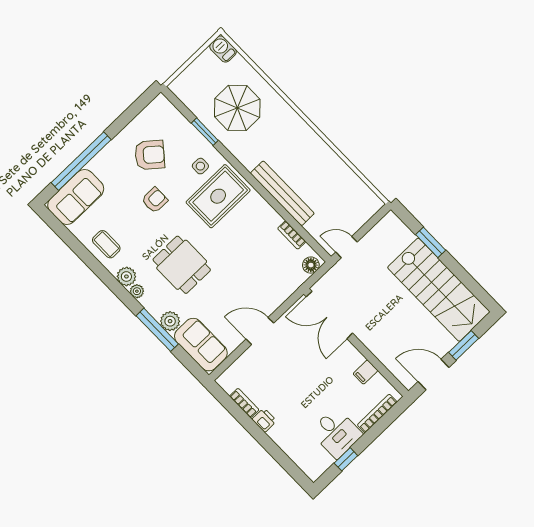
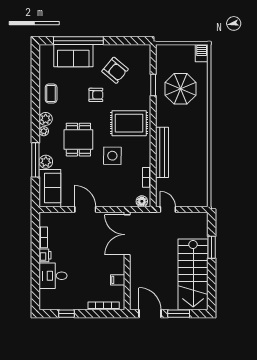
side table: (200, 166) -> (112, 156), moved, width x1.87, depth x1.87
sofa: (76, 197) -> (73, 56), moved
desk: (336, 433) -> (53, 276), moved, turned 90

